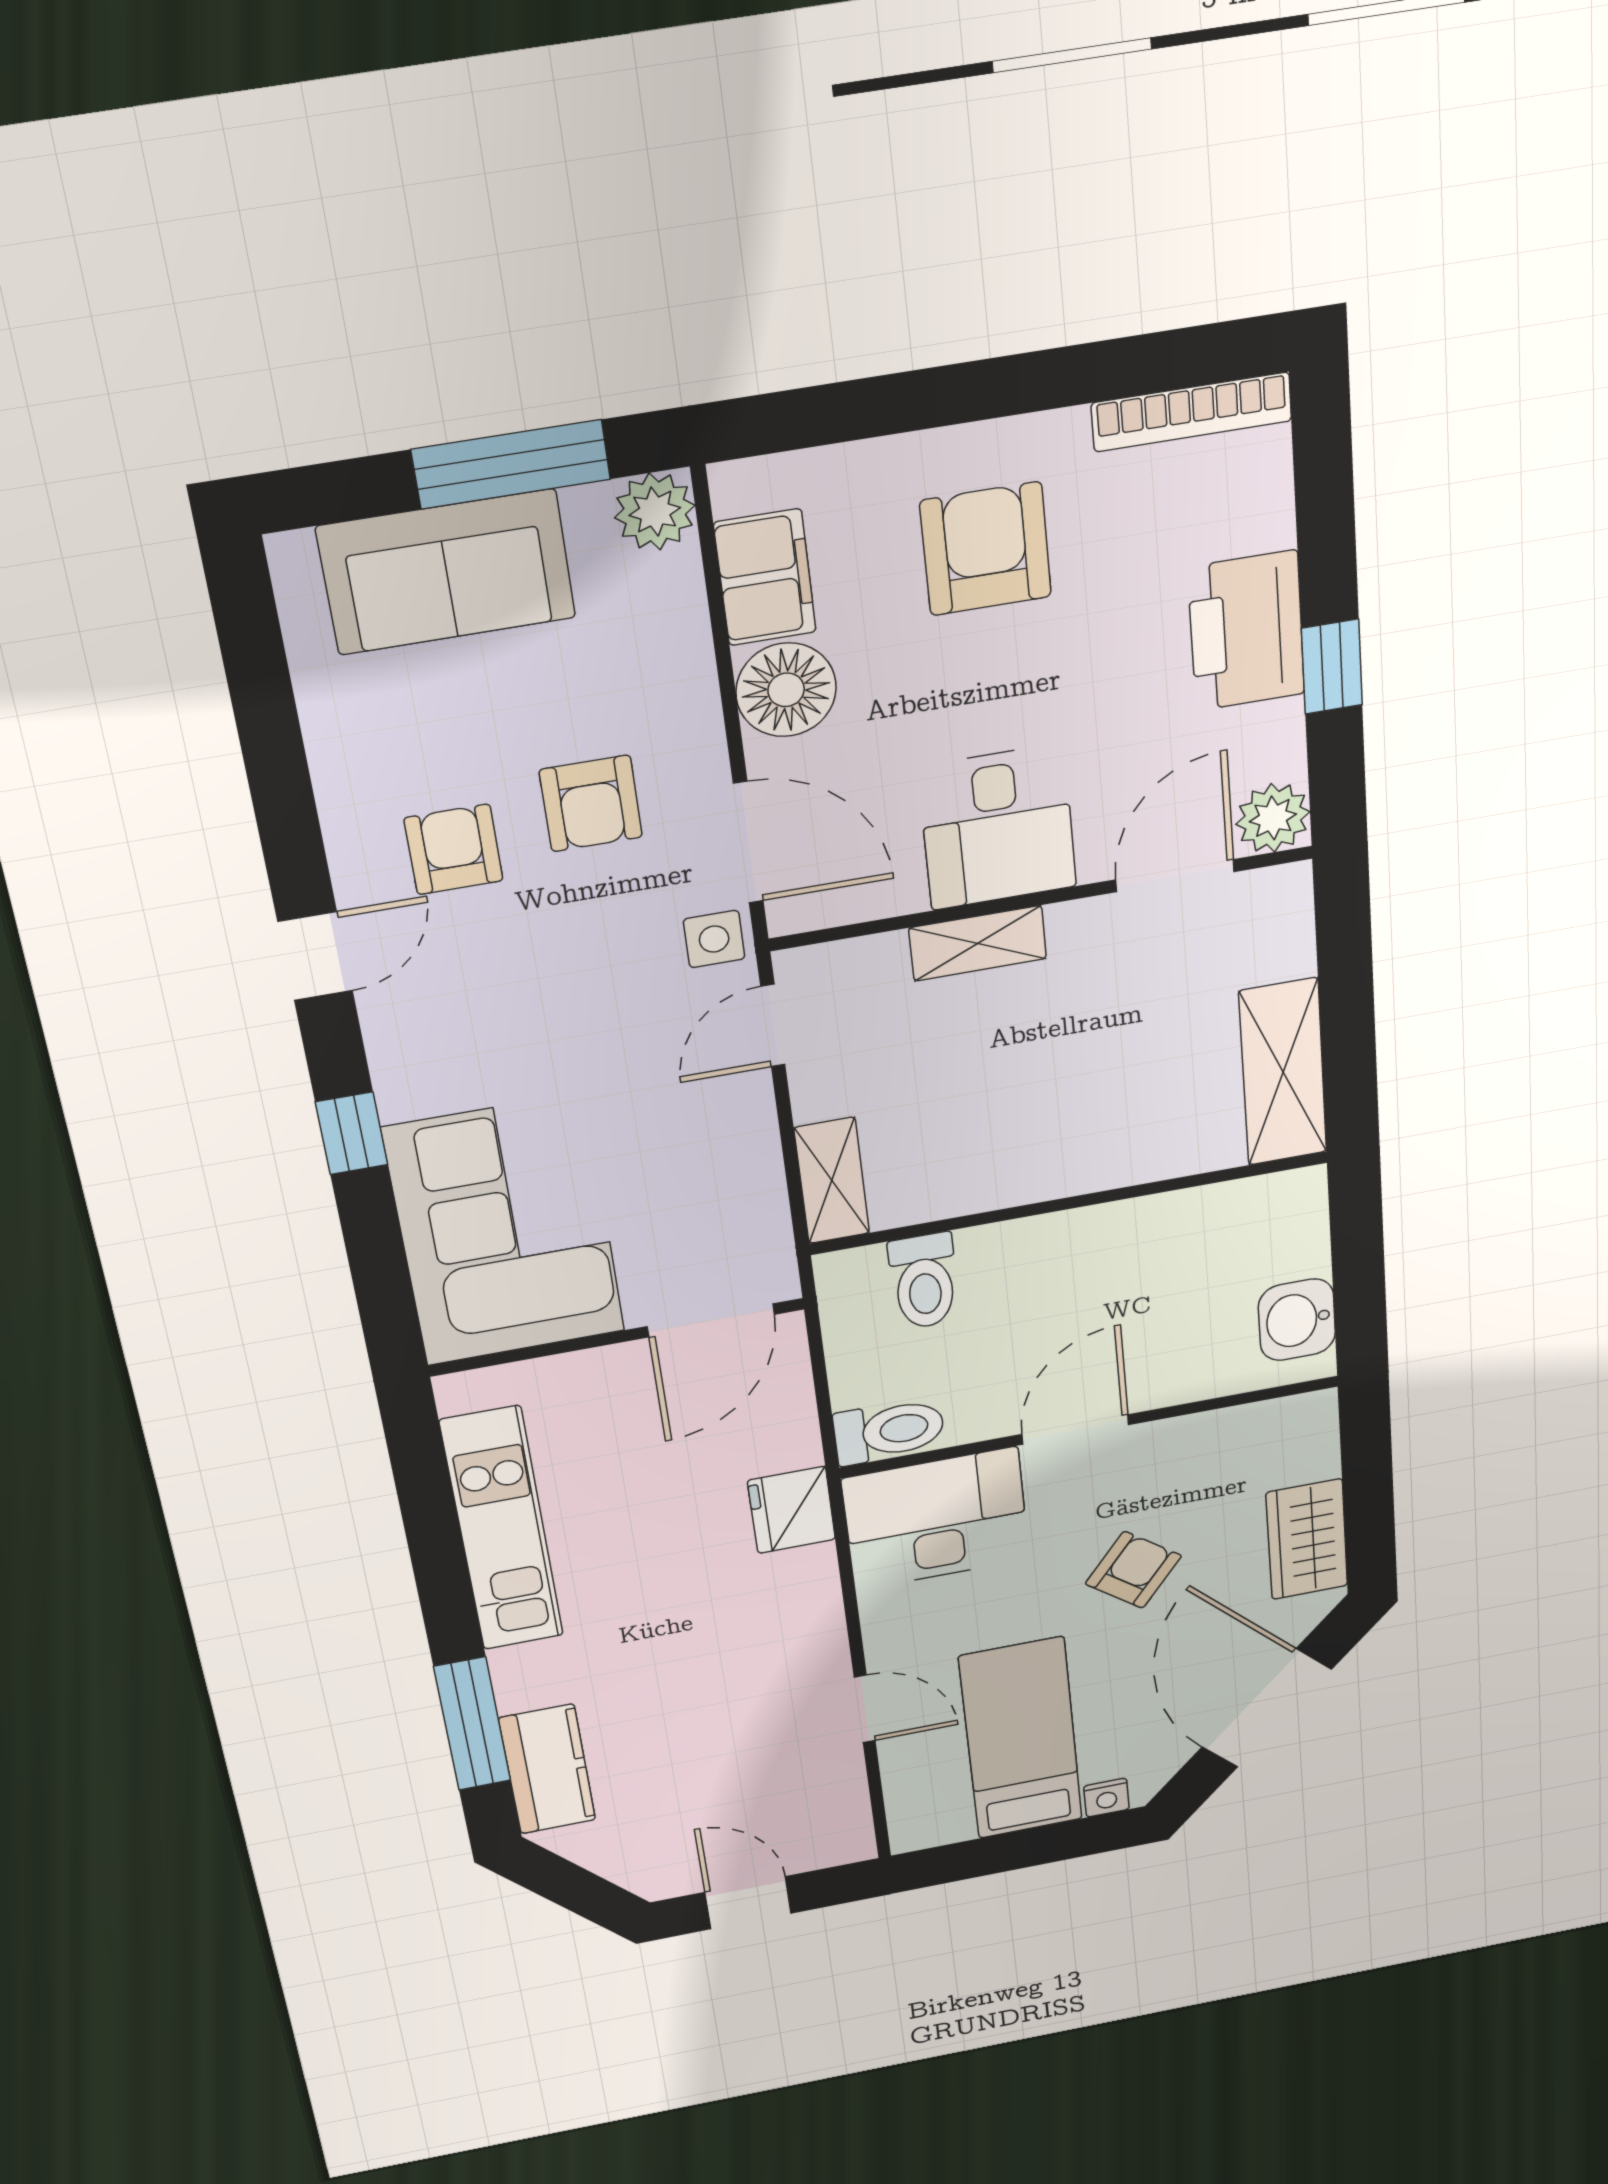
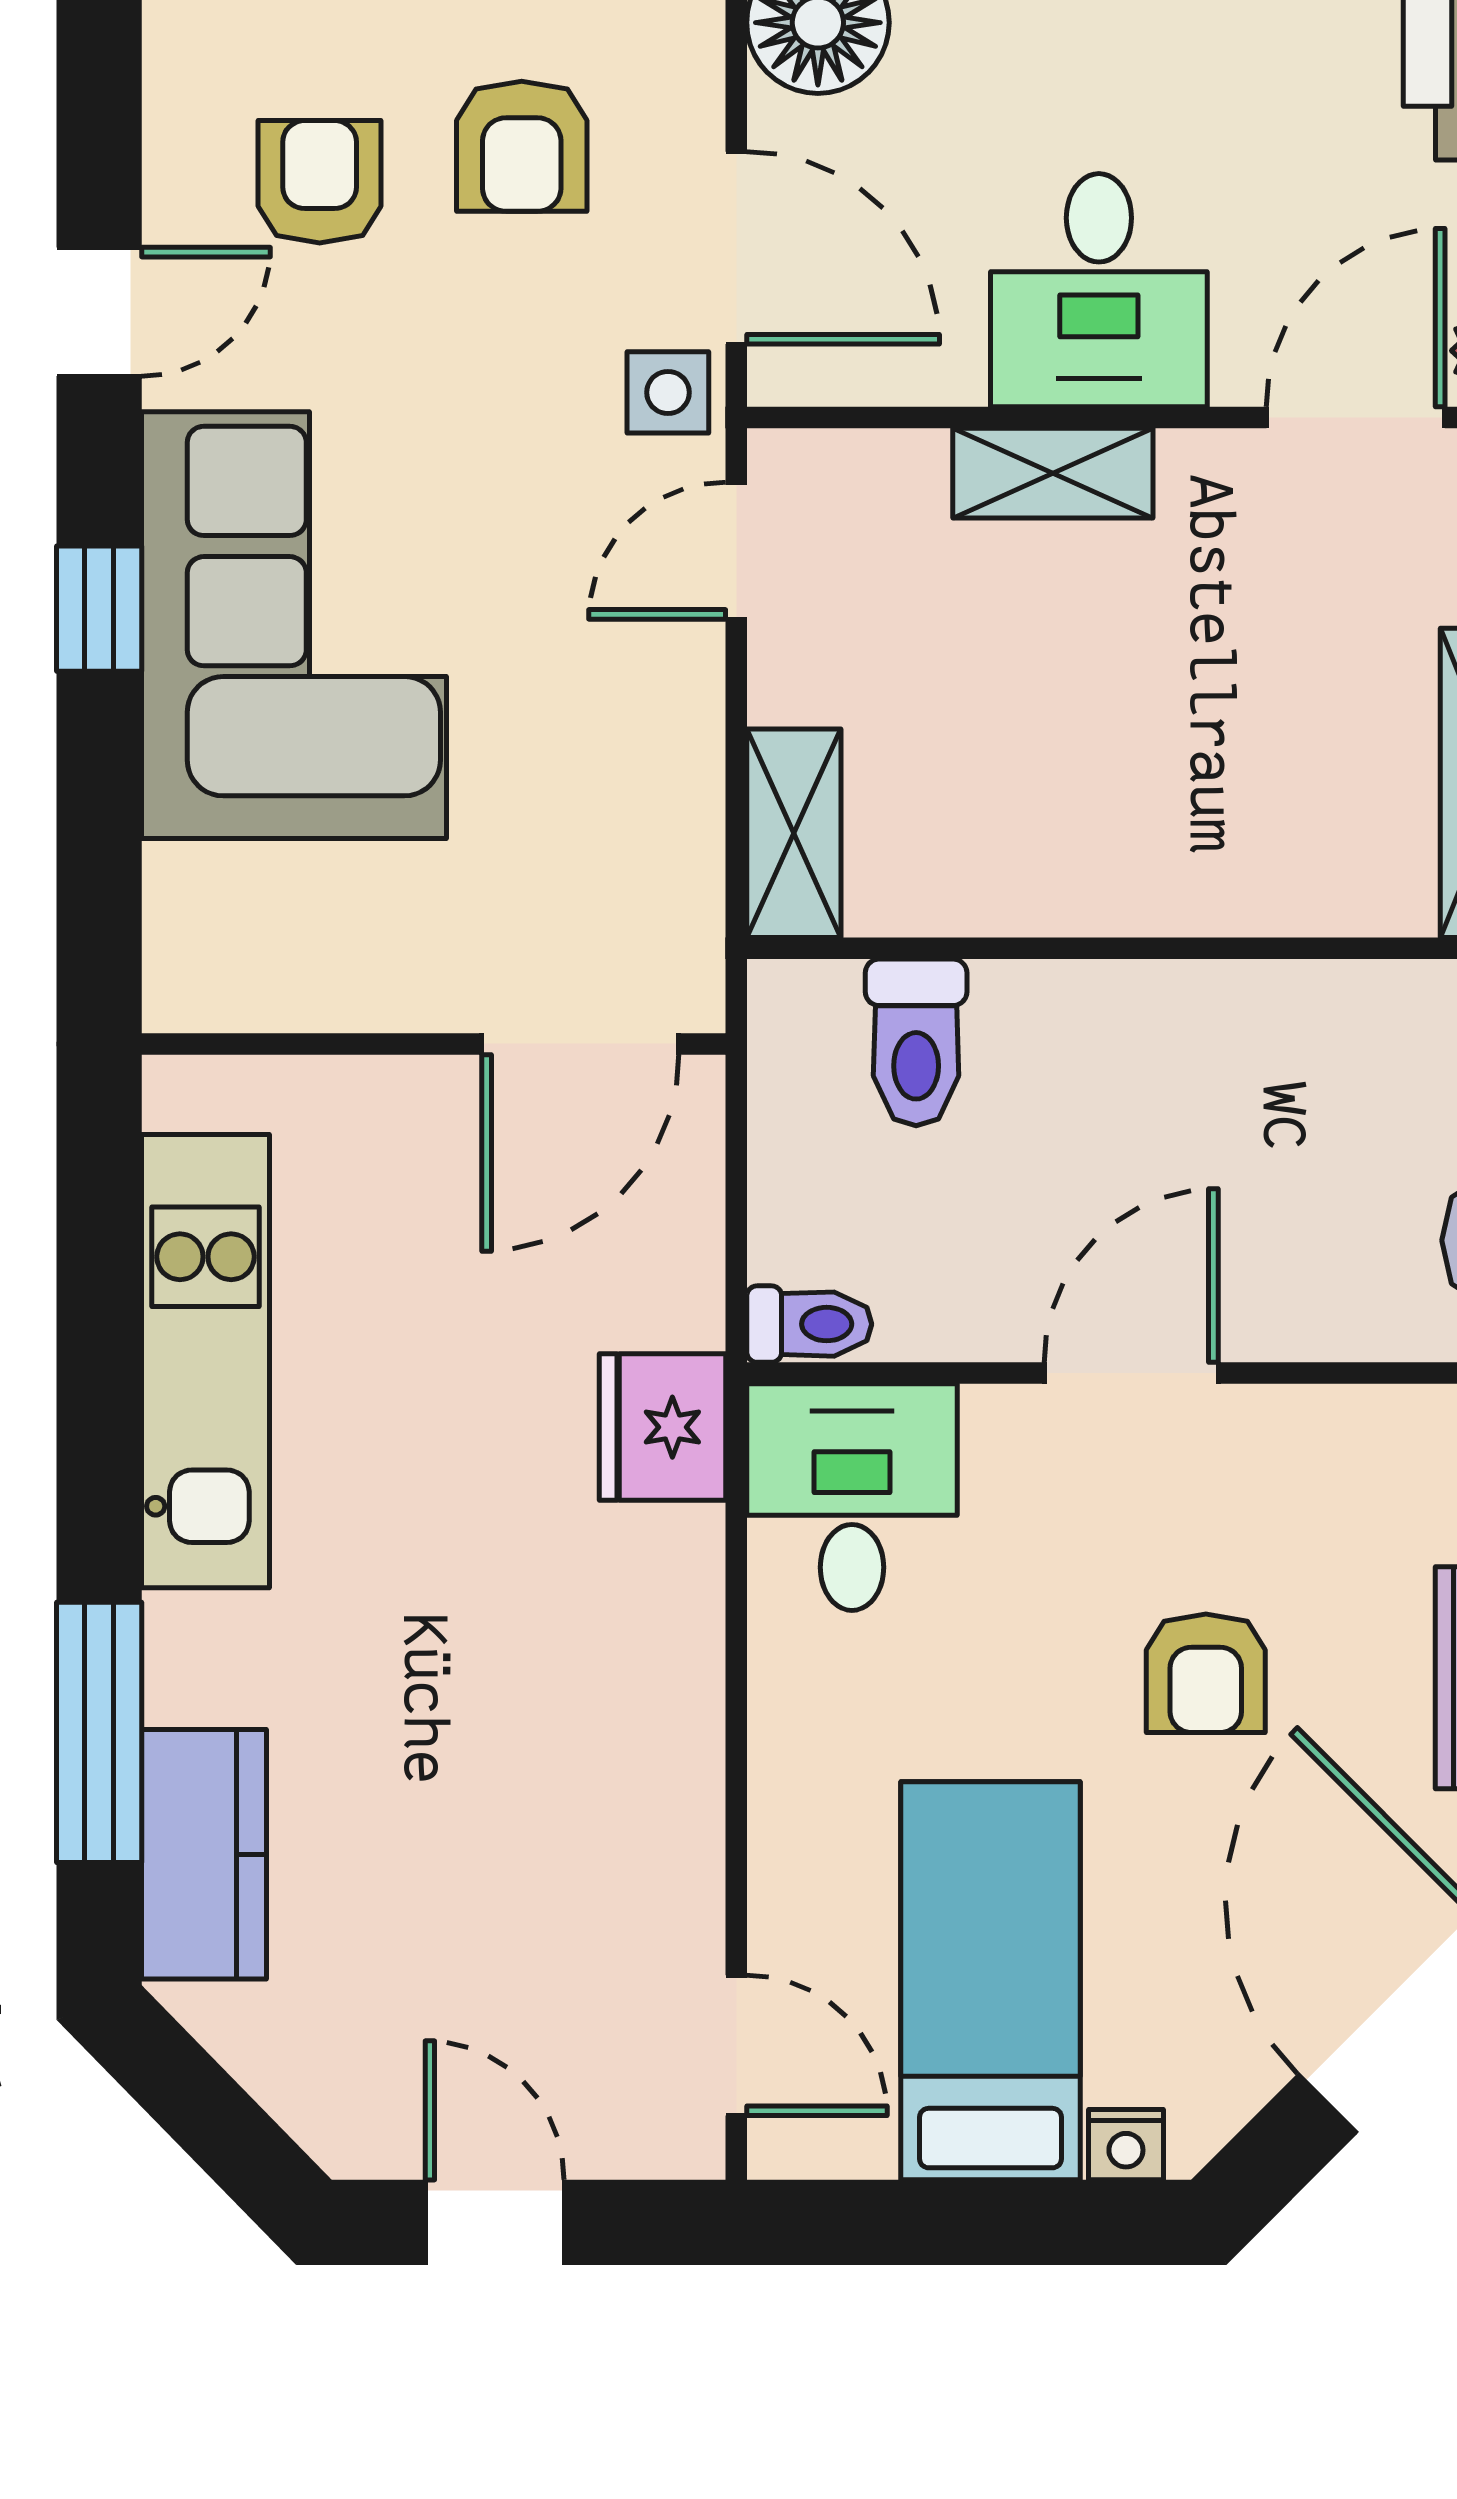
corner sofa: (505, 1231) -> (294, 625), moved
toilet: (889, 1431) -> (809, 1324), width x0.73, depth x0.72
desk: (936, 1519) -> (852, 1497), width x0.73
armchair: (1133, 1570) -> (1206, 1673), turned 142
door: (865, 1709) -> (736, 2045), moved

